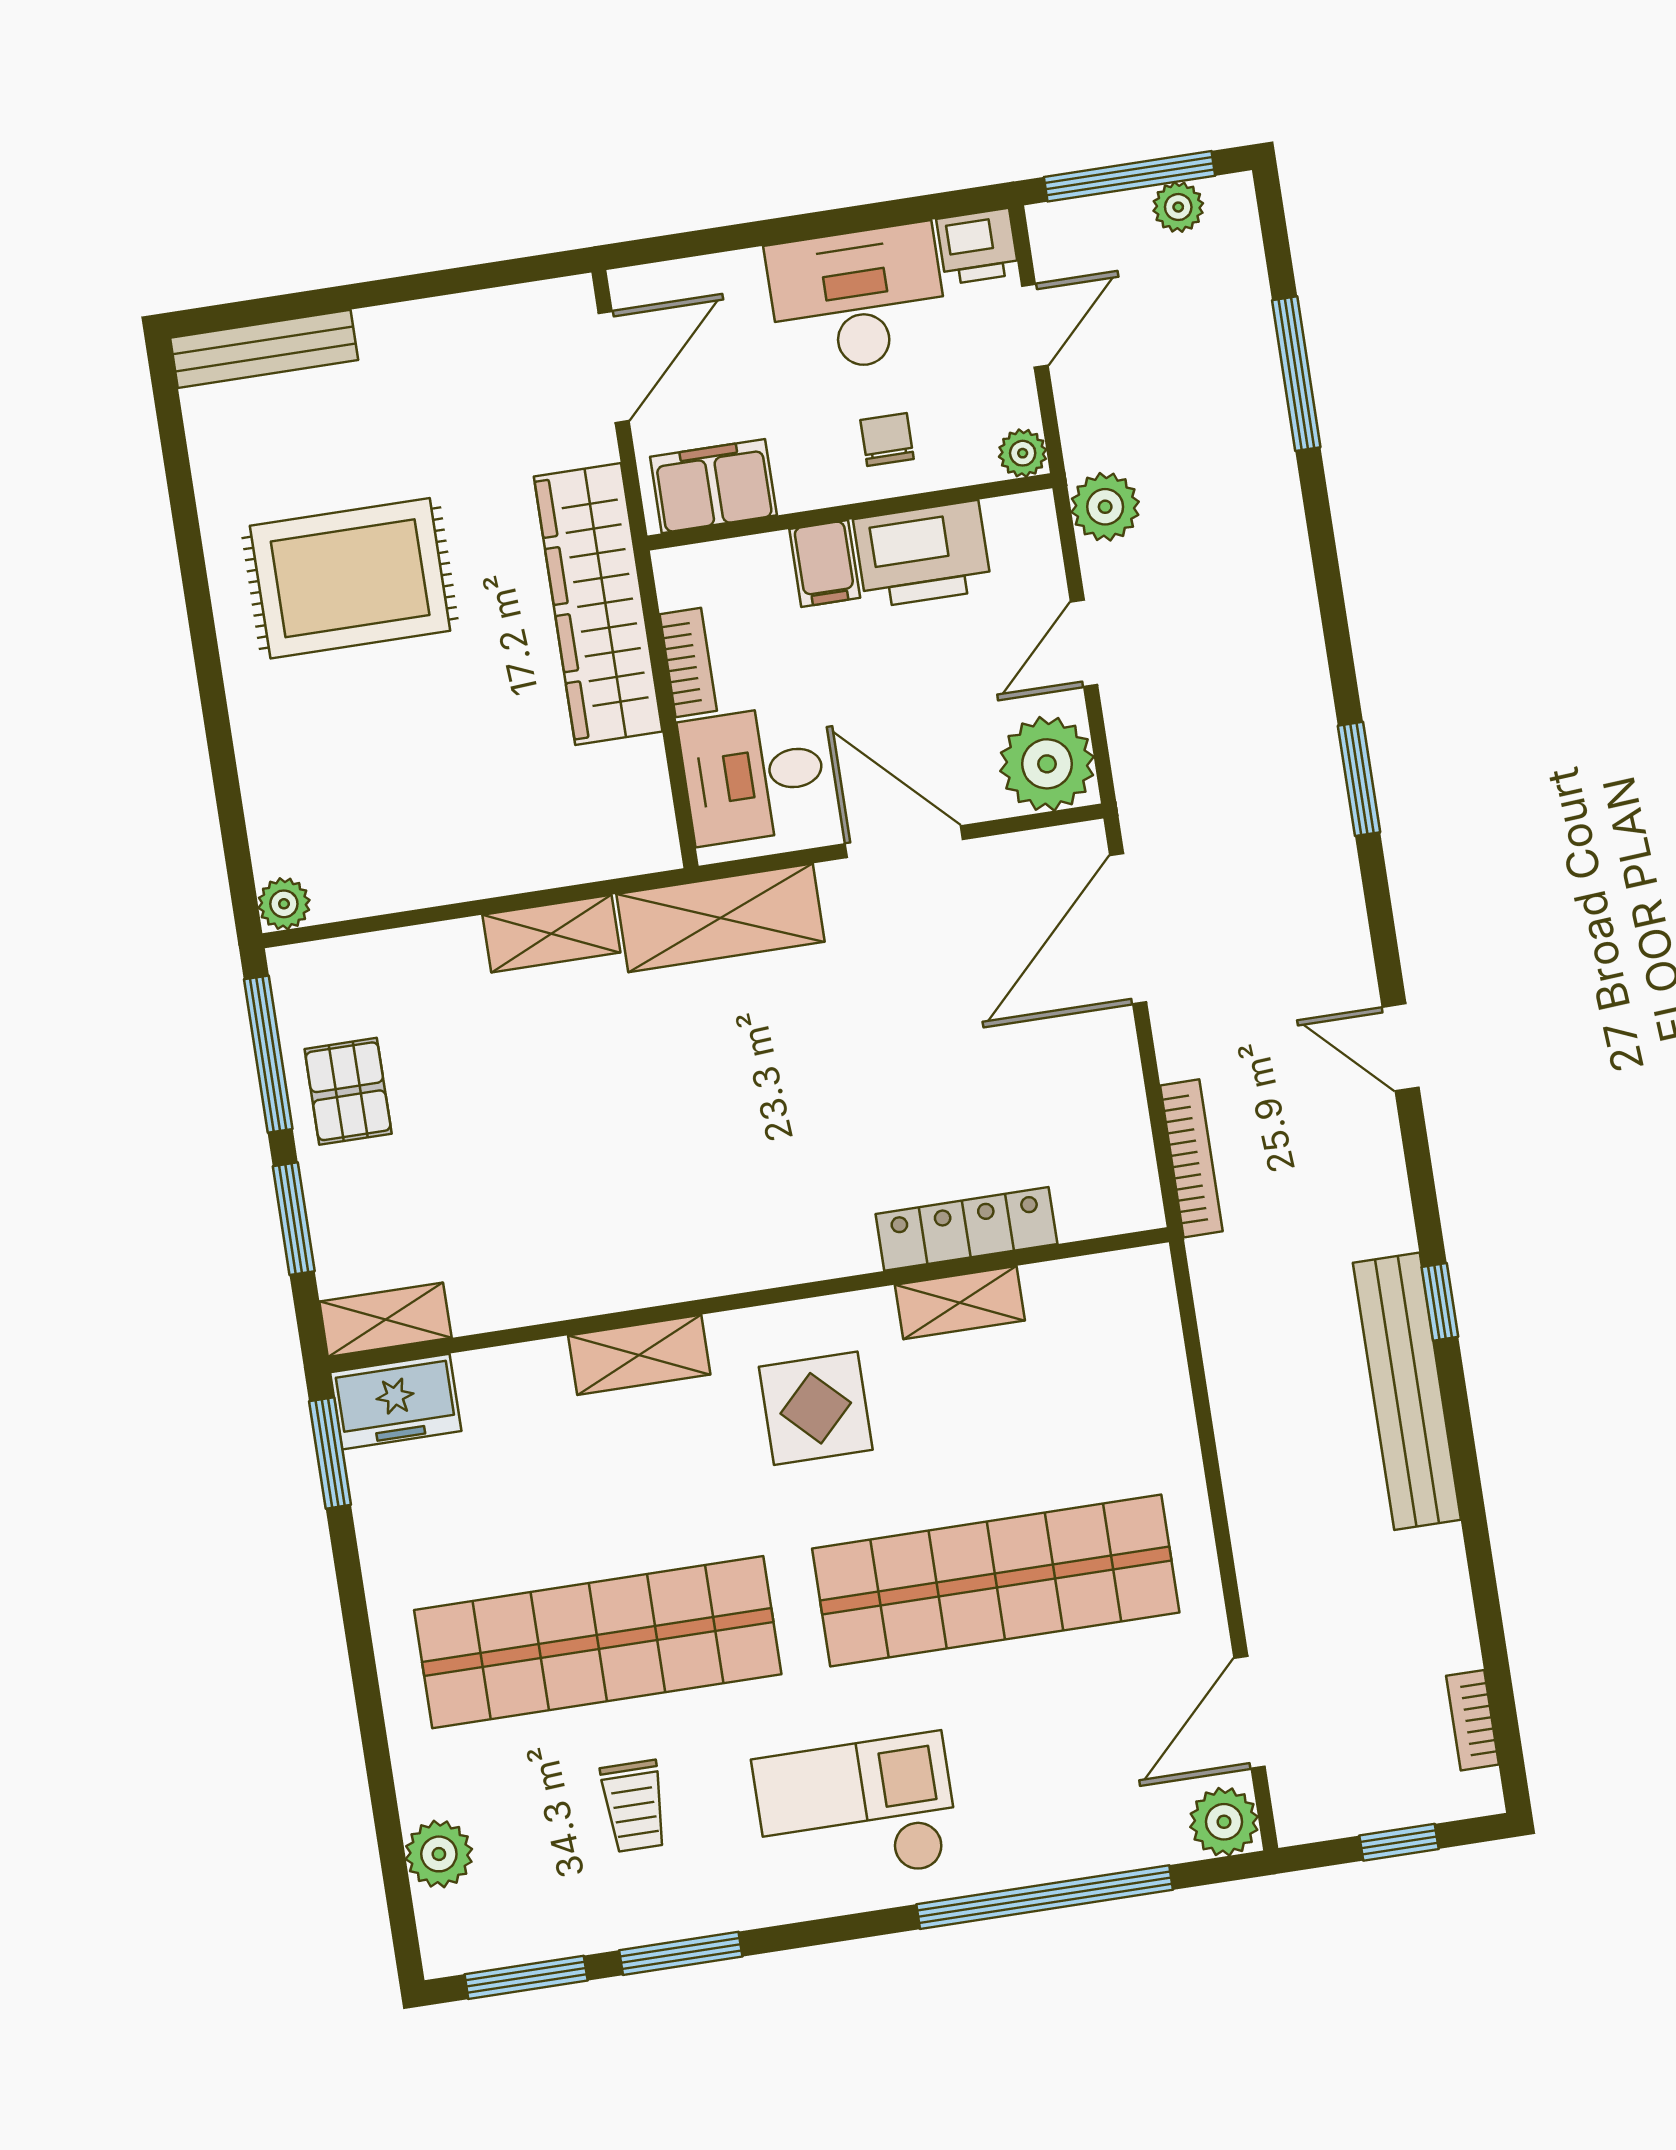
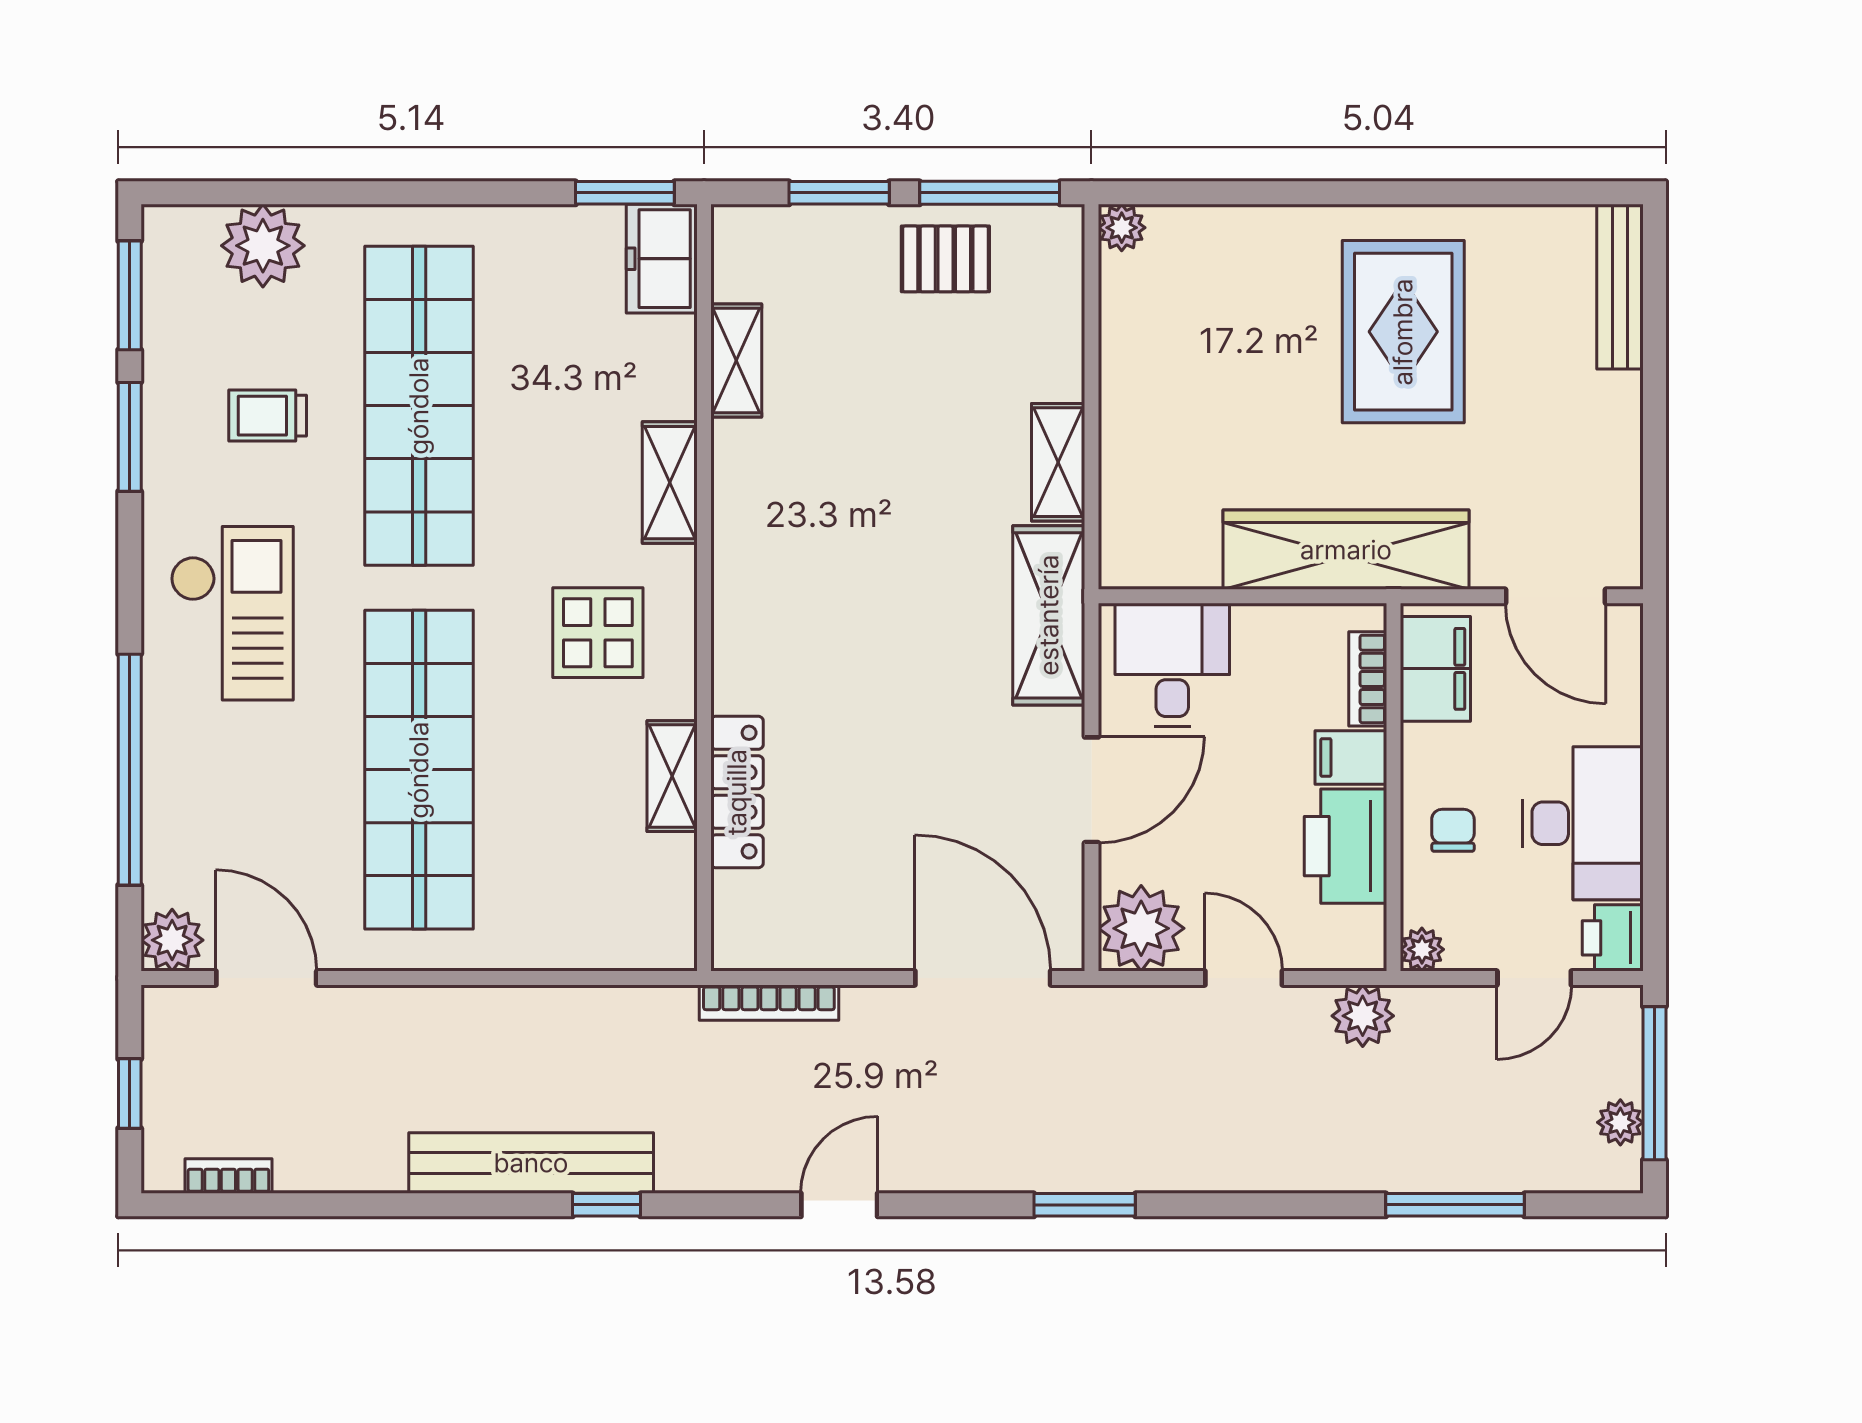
door: (1035, 326) -> (1534, 978), hinge flipped
chair: (887, 440) -> (1453, 830), turned -90
bookcase: (688, 663) -> (1368, 679), moved, turned 90
shelving: (385, 1320) -> (736, 360), moved
plant: (439, 1854) -> (263, 246), width x1.36, depth x1.36

